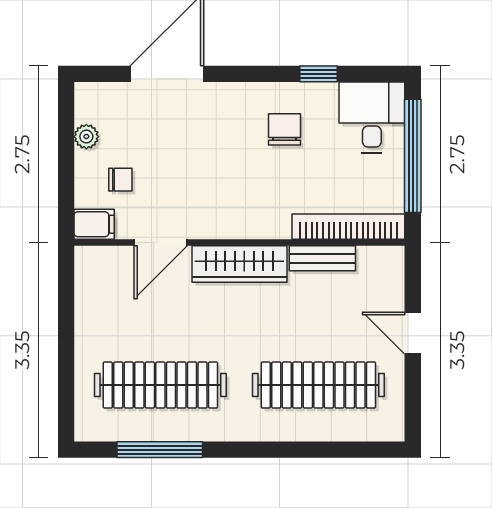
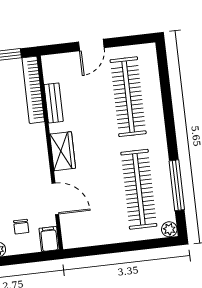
chair: (120, 180) -> (21, 227), turned 180
wardrobe: (239, 264) -> (63, 151), width x0.67
plant: (87, 429) -> (169, 229), added

